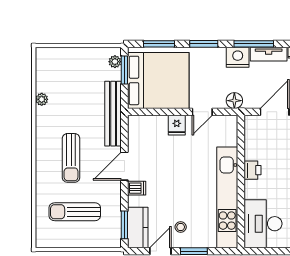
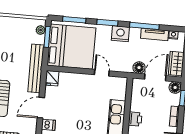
nightstand: (238, 57) -> (120, 34), moved
floor lamp: (234, 101) -> (139, 68), moved
door: (202, 112) -> (102, 73), swing flipped
fridge: (177, 125) -> (52, 78), moved

